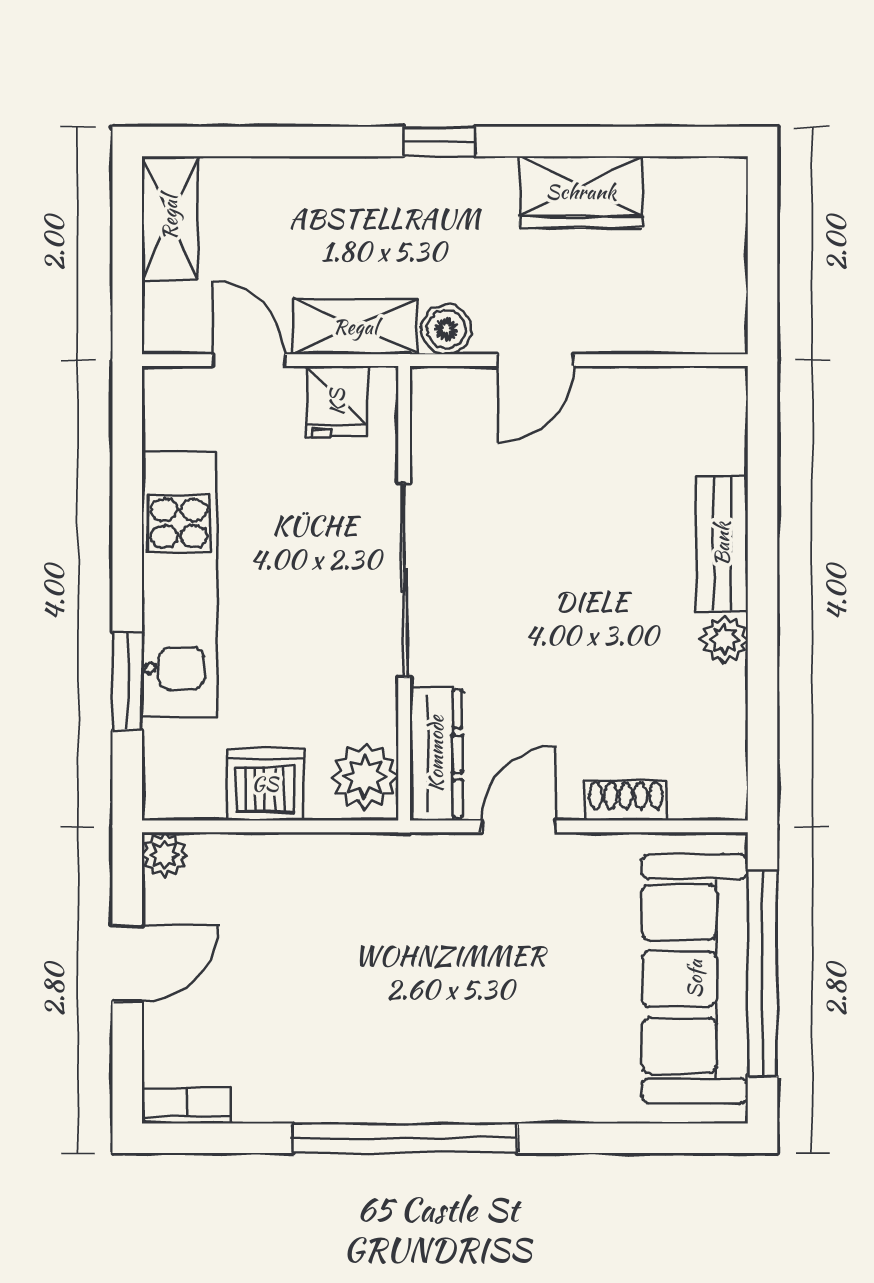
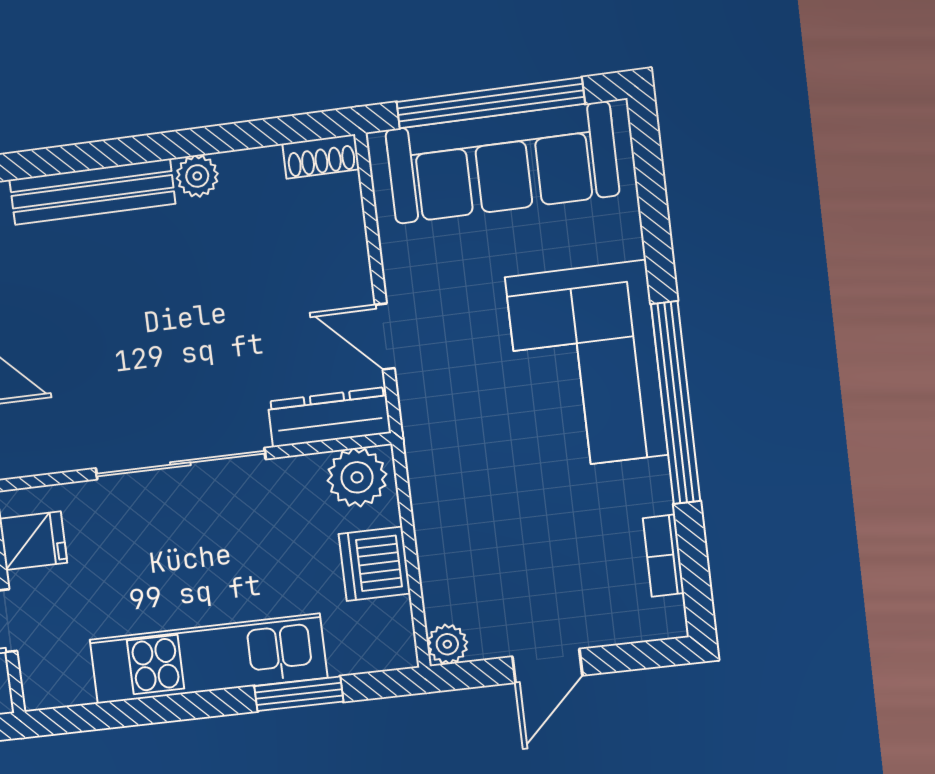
bench: (722, 544) -> (92, 192), width x1.36
shoe rack: (626, 801) -> (321, 156), moved, turned -90
door: (127, 963) -> (547, 666), swing flipped
corner sofa: (458, 1045) -> (587, 366), added
bookcase: (187, 1106) -> (664, 556), moved

